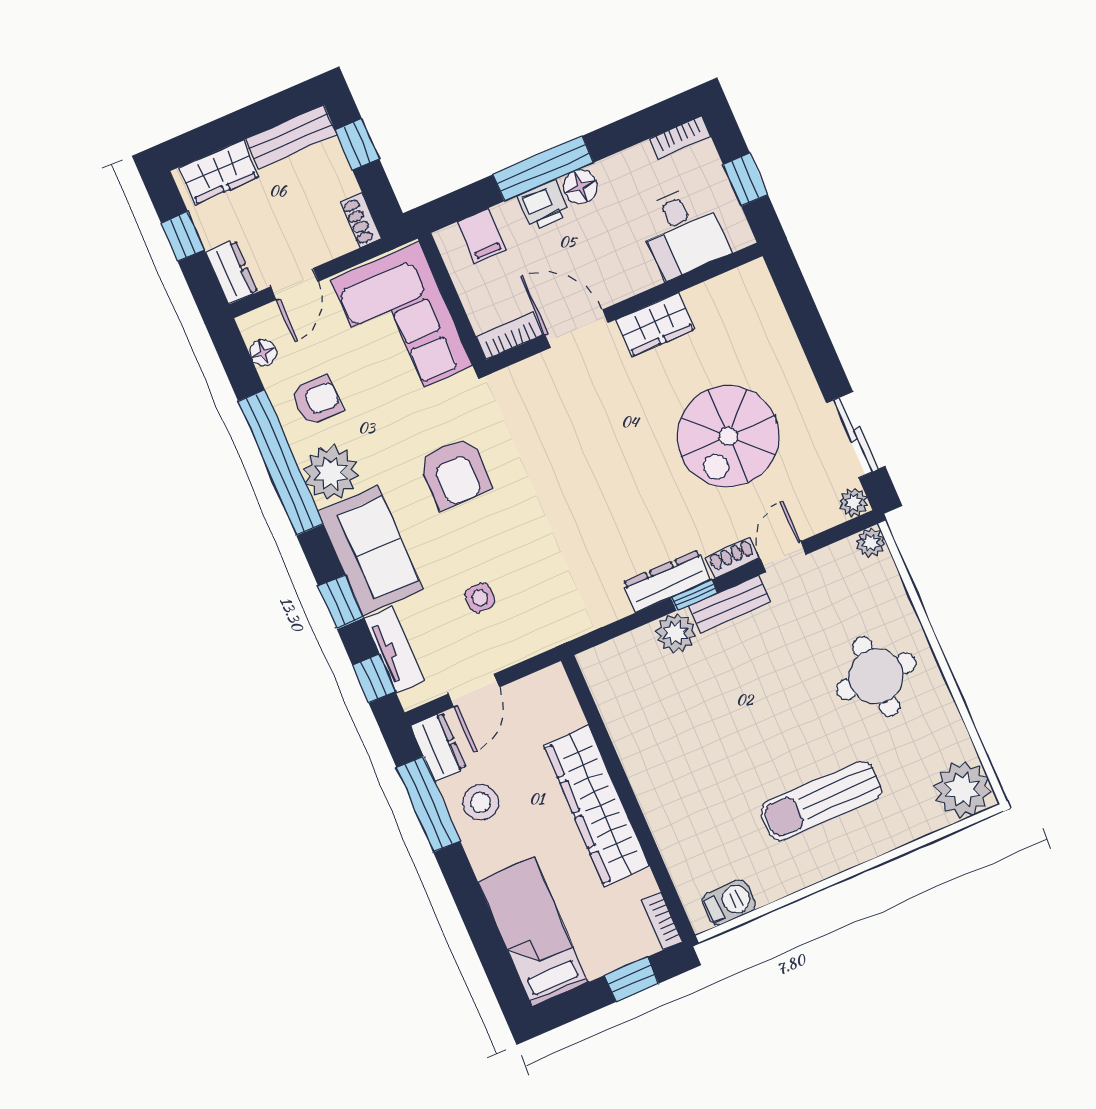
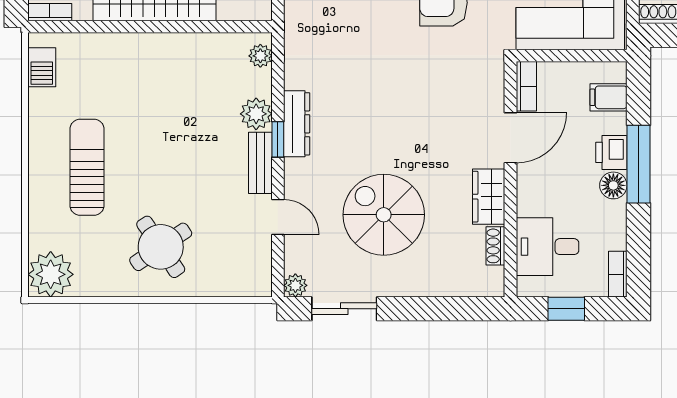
plant: (871, 543) -> (260, 56), moved
shoe rack: (732, 558) -> (495, 246), moved, turned 180
round table: (876, 676) -> (161, 247), turned -33

